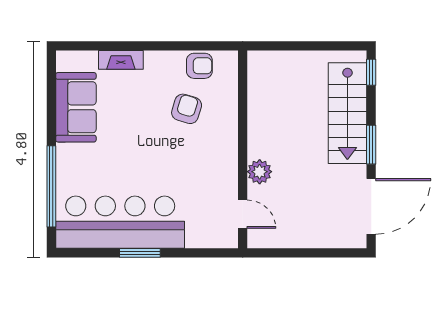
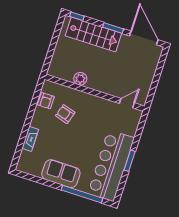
armchair: (199, 66) -> (46, 101), turned 180
sofa: (76, 107) -> (61, 174), moved
plant: (260, 172) -> (80, 79), moved

